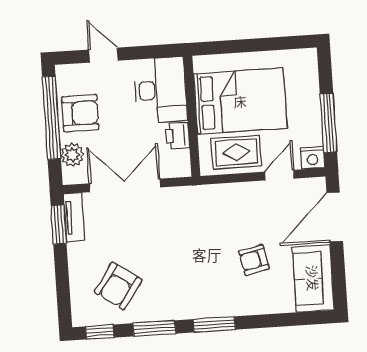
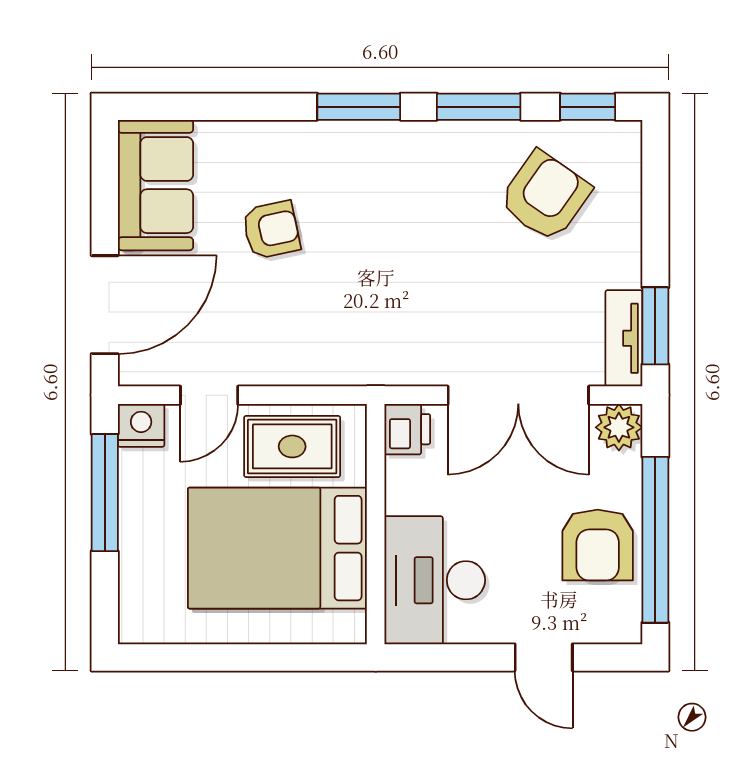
armchair: (80, 113) -> (598, 545), turned -90
printer: (177, 136) -> (407, 429), moved
plant: (72, 155) -> (619, 427), moved

